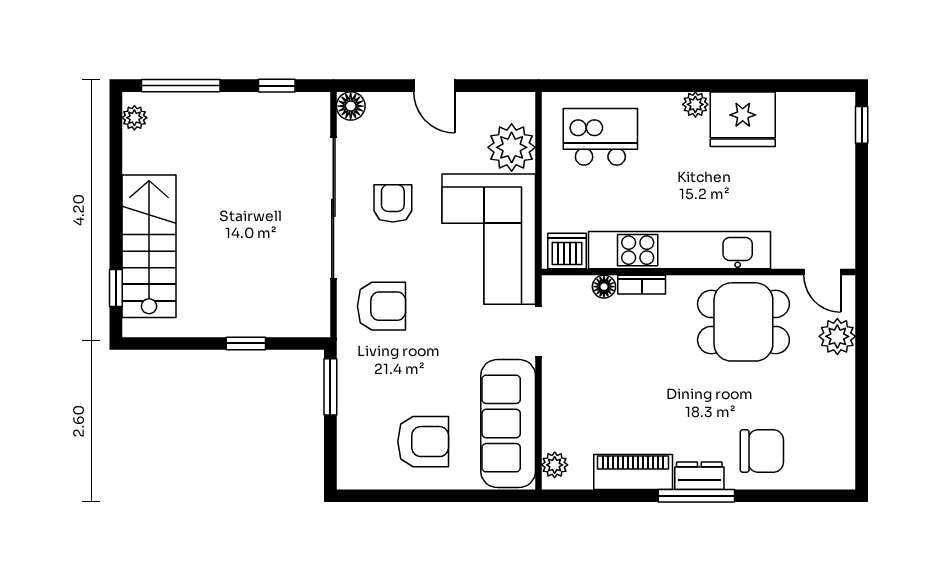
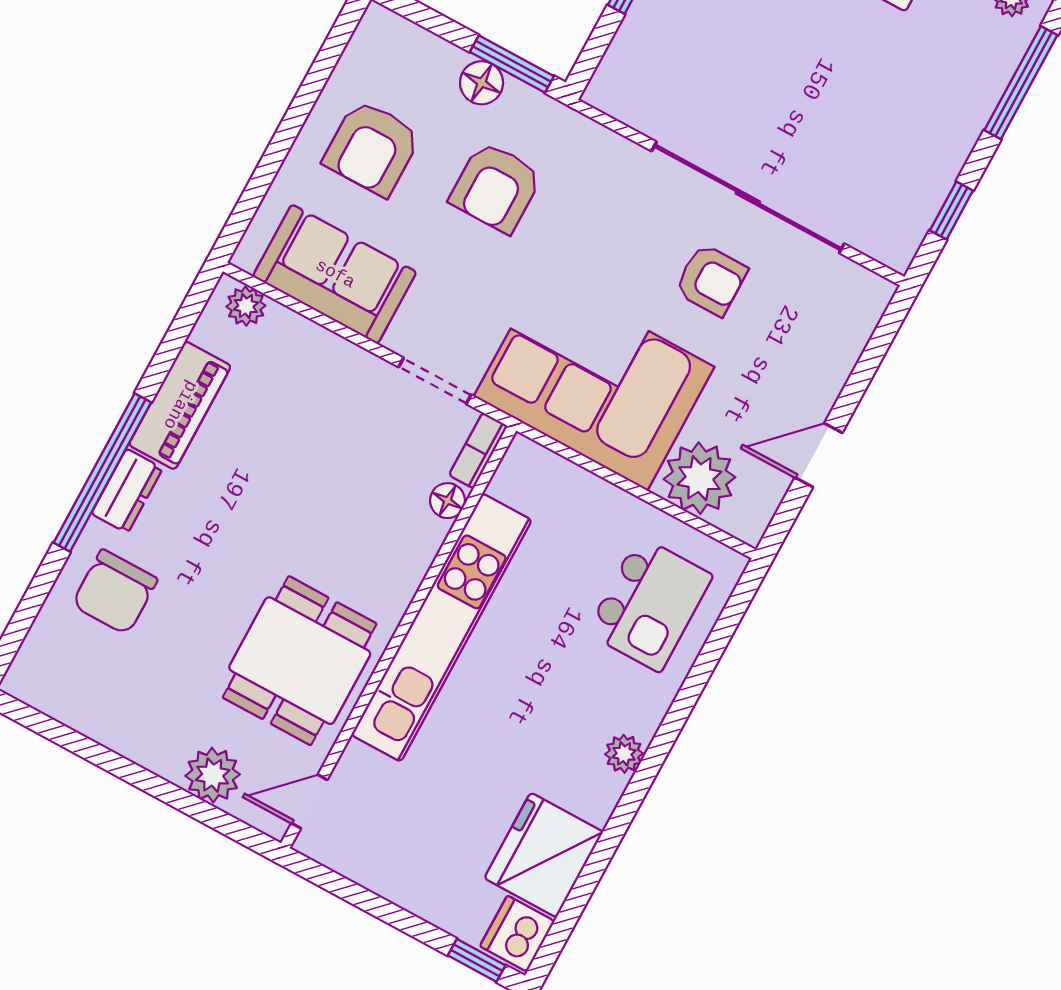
door: (434, 86) -> (819, 455), moved
floor lamp: (351, 106) -> (482, 83), moved
fridge: (743, 119) -> (544, 855), moved
dishwasher: (567, 251) -> (517, 934), moved, turned 180
bookcase: (642, 285) -> (478, 451), moved
armchair: (381, 306) -> (496, 187), moved
sofa: (508, 423) -> (335, 274), width x0.73
window: (696, 496) -> (102, 473), width x1.46

